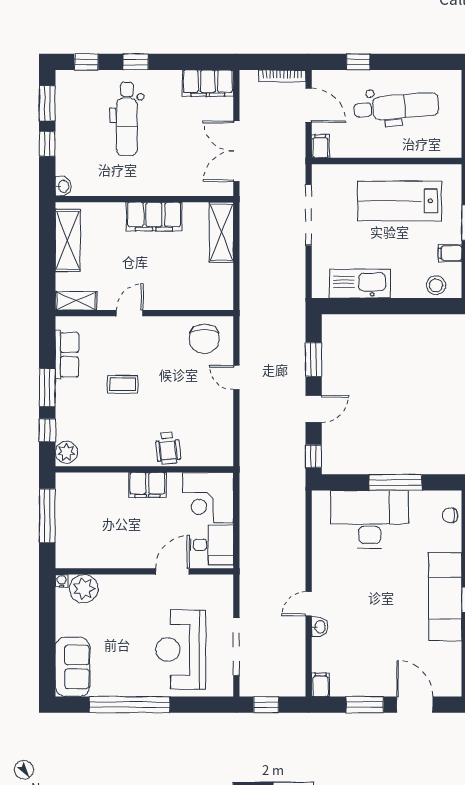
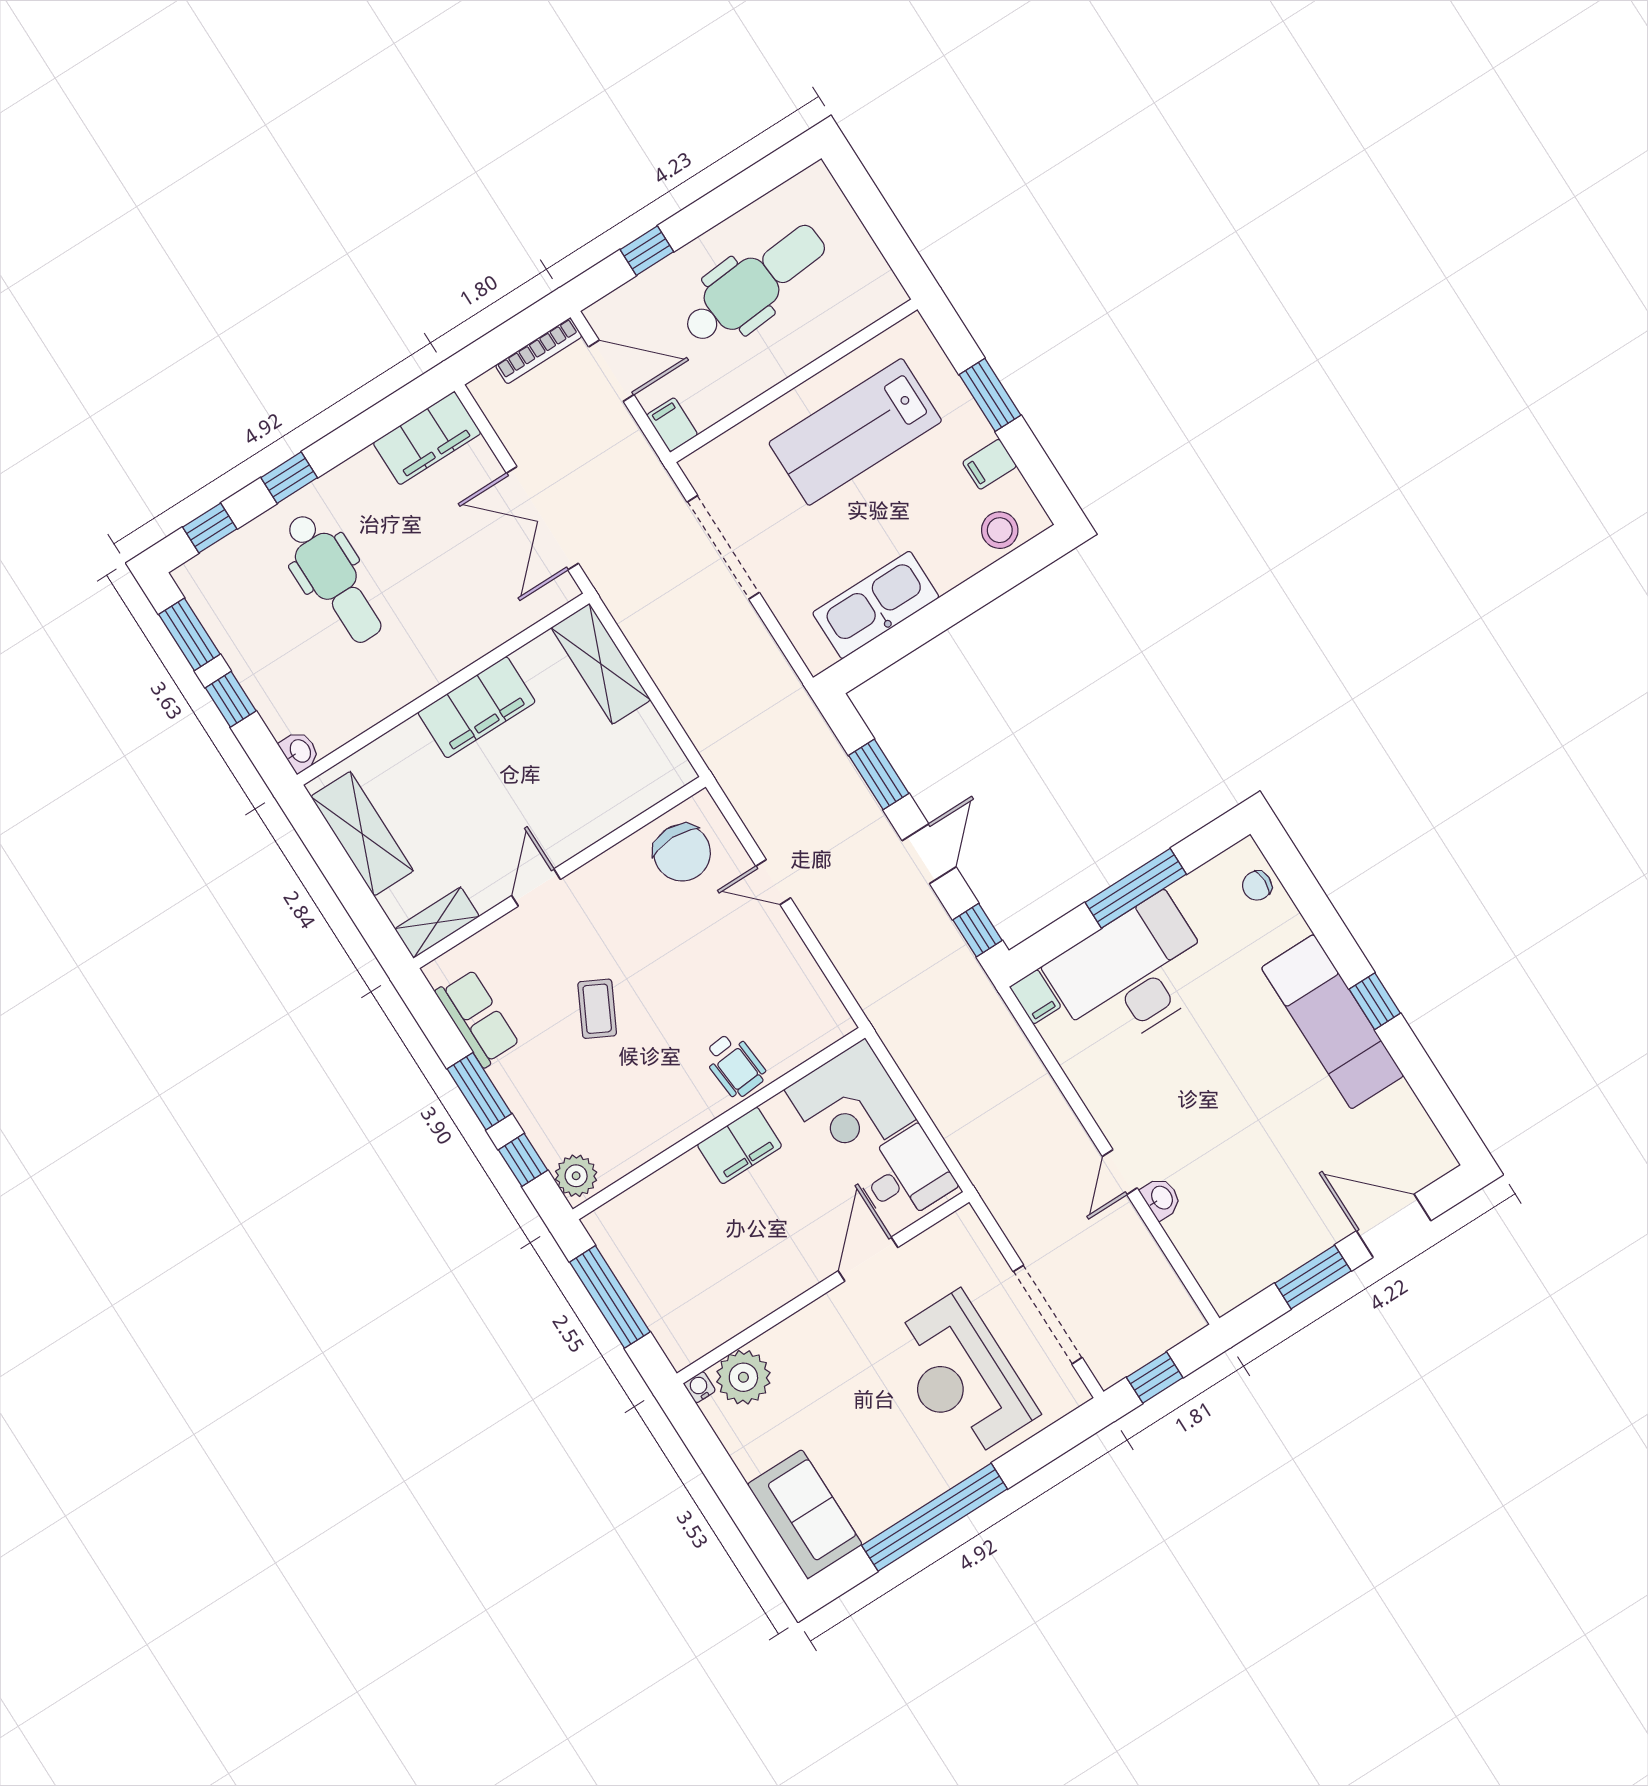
coffee table: (123, 384) -> (597, 1009), turned -63
filing cabinet: (320, 685) -> (1035, 997), moved, turned 180

